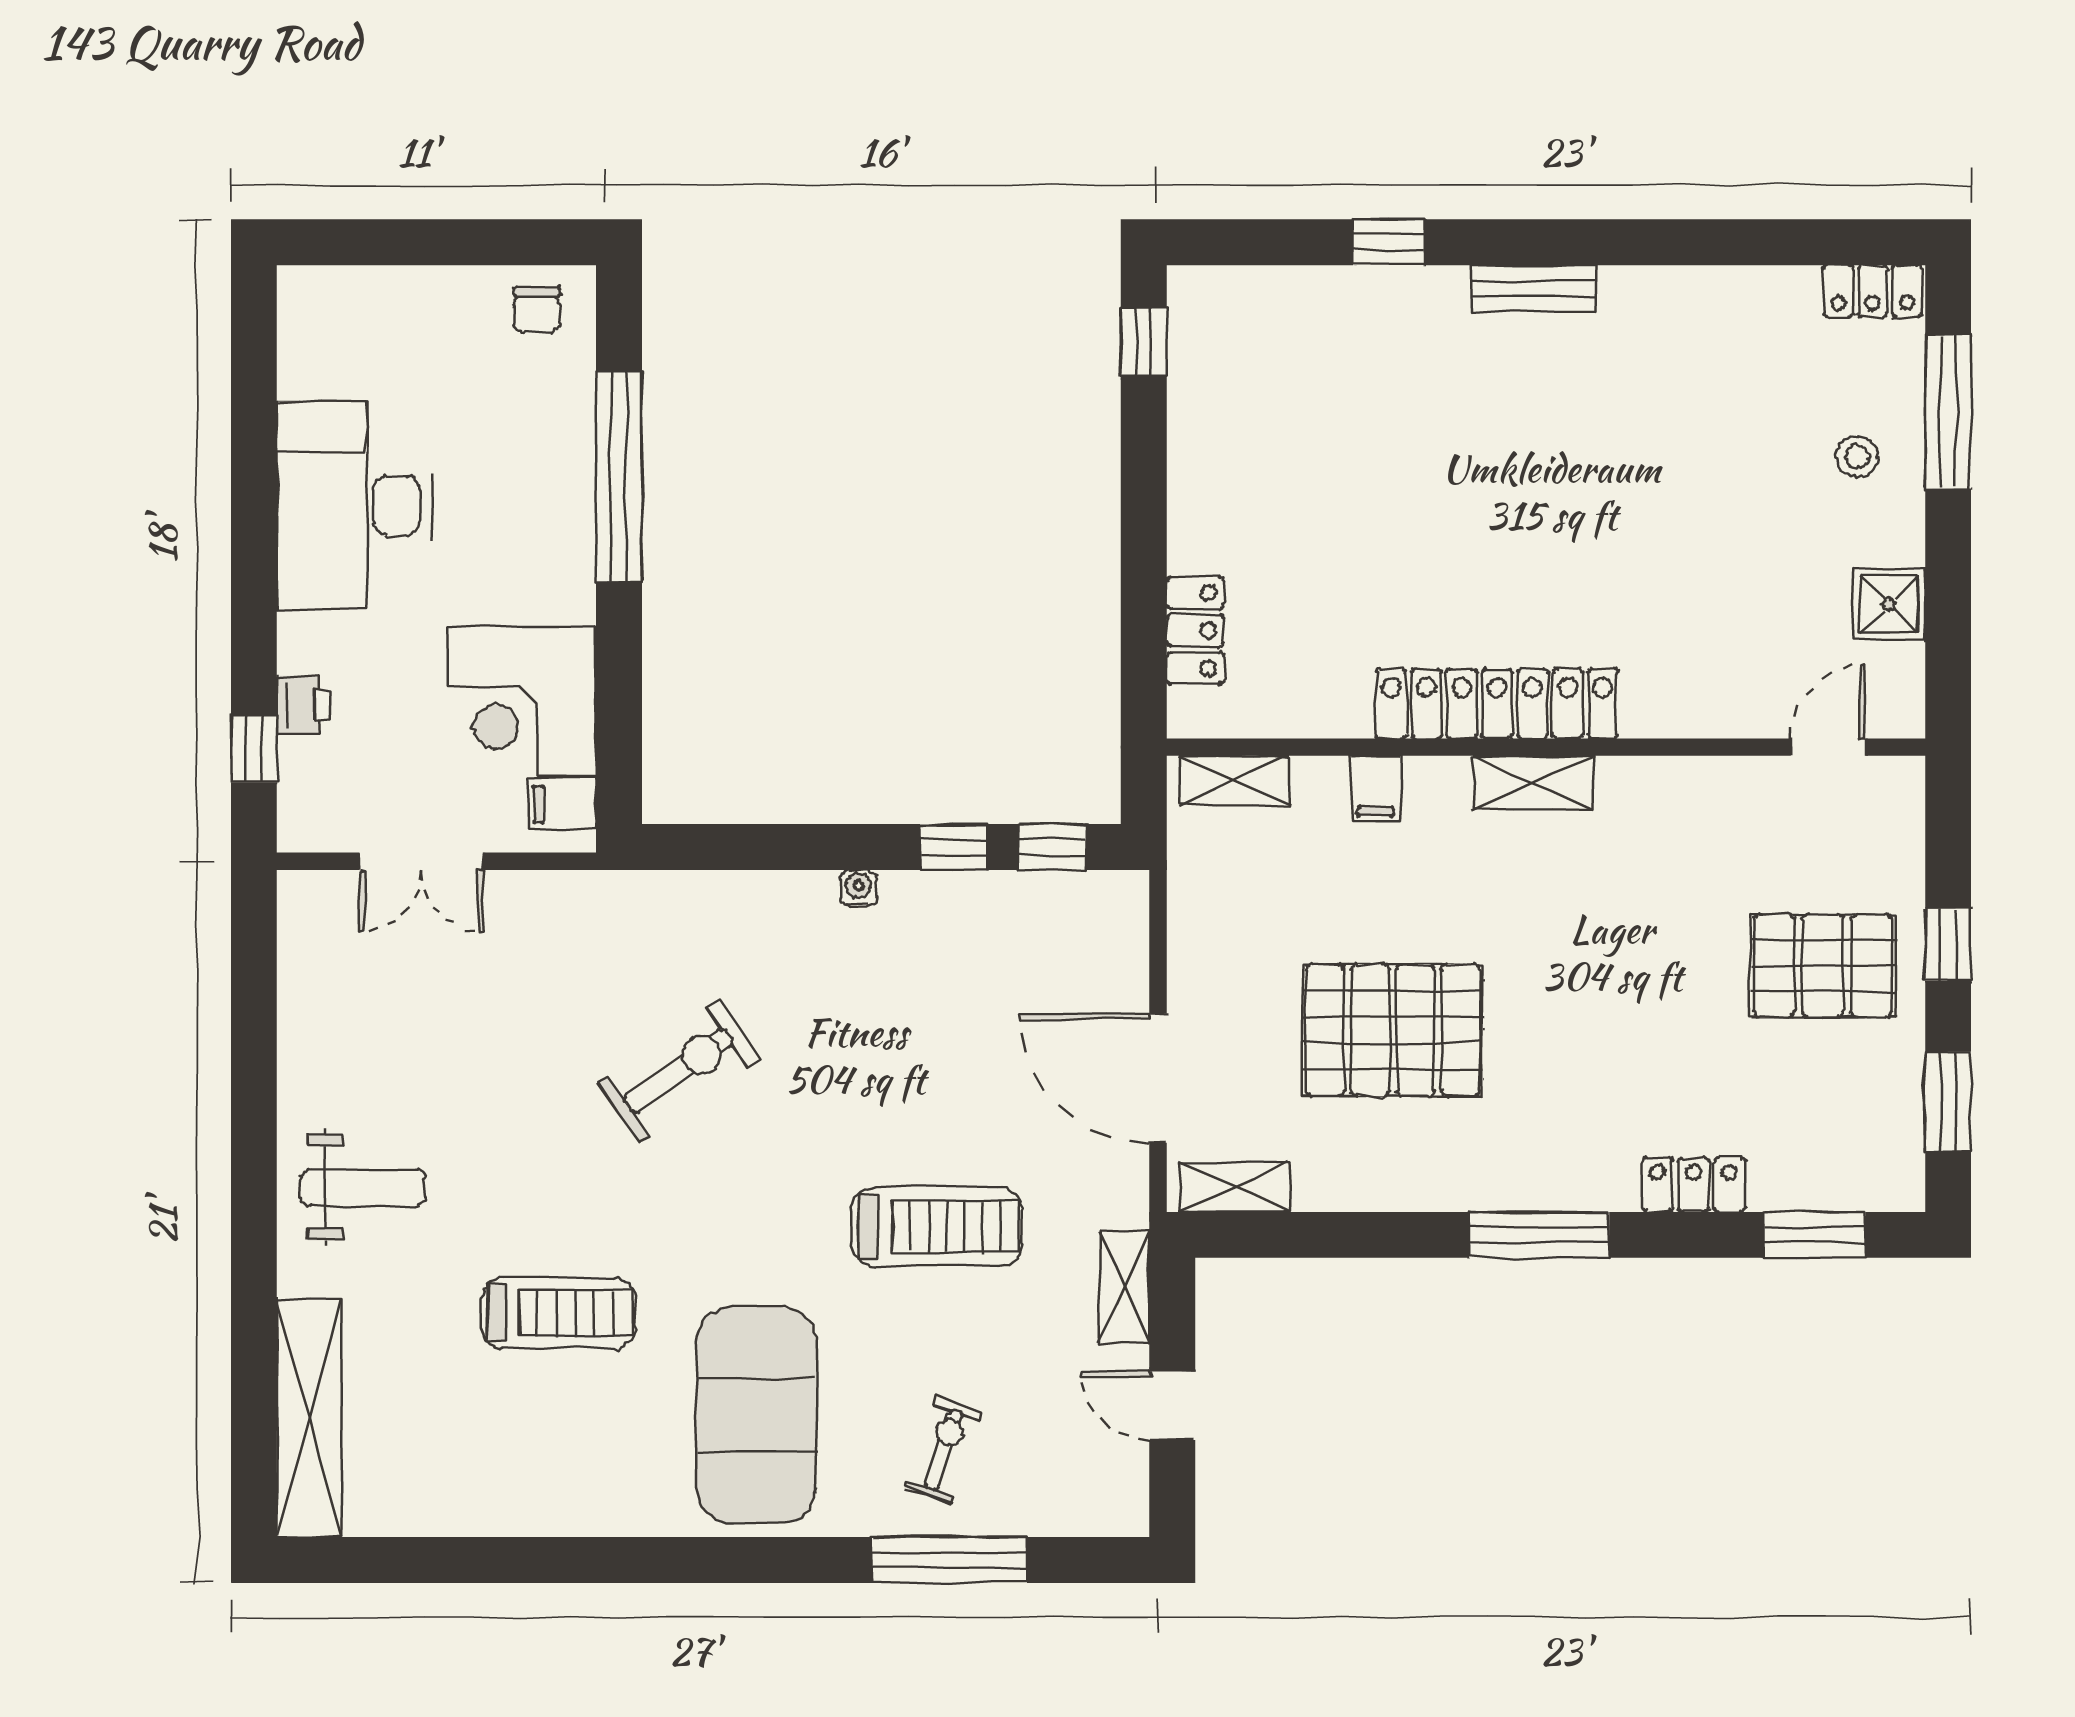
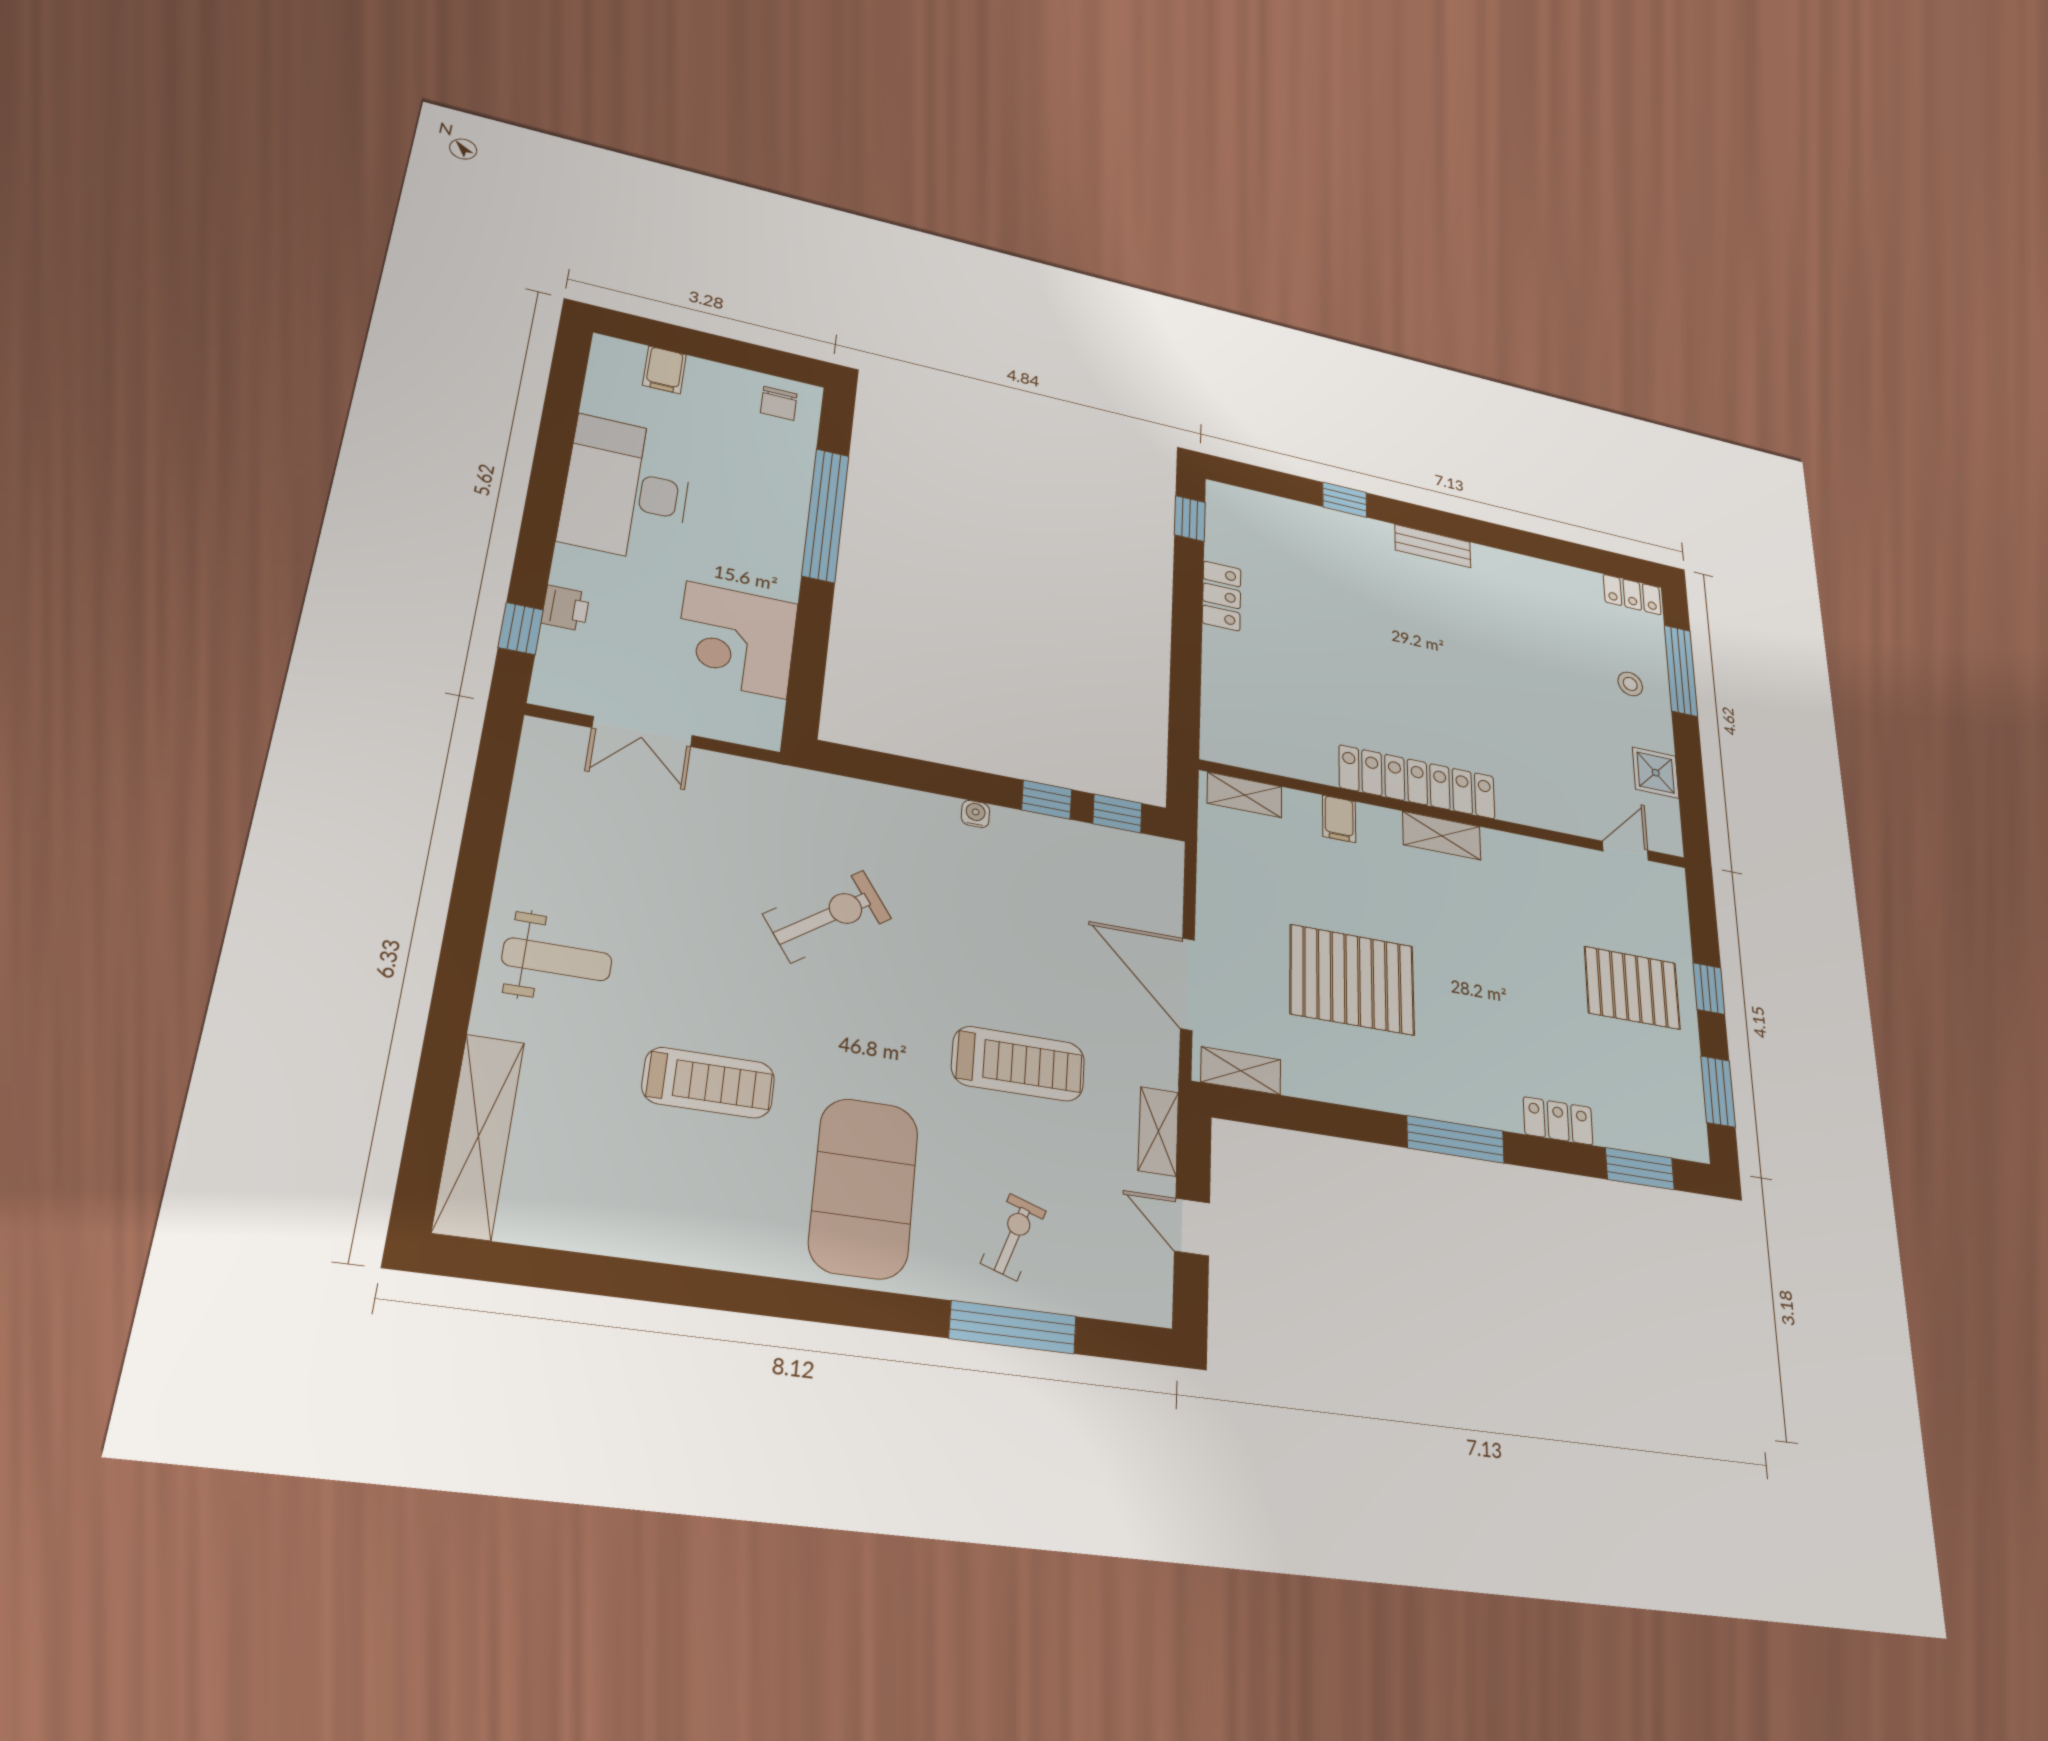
locker: (1195, 630) -> (1222, 596), moved
filing cabinet: (562, 804) -> (664, 370), moved, turned -90

